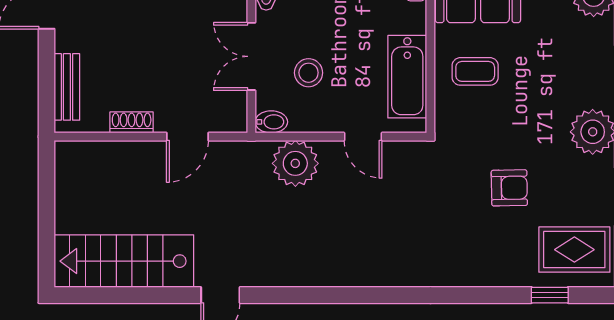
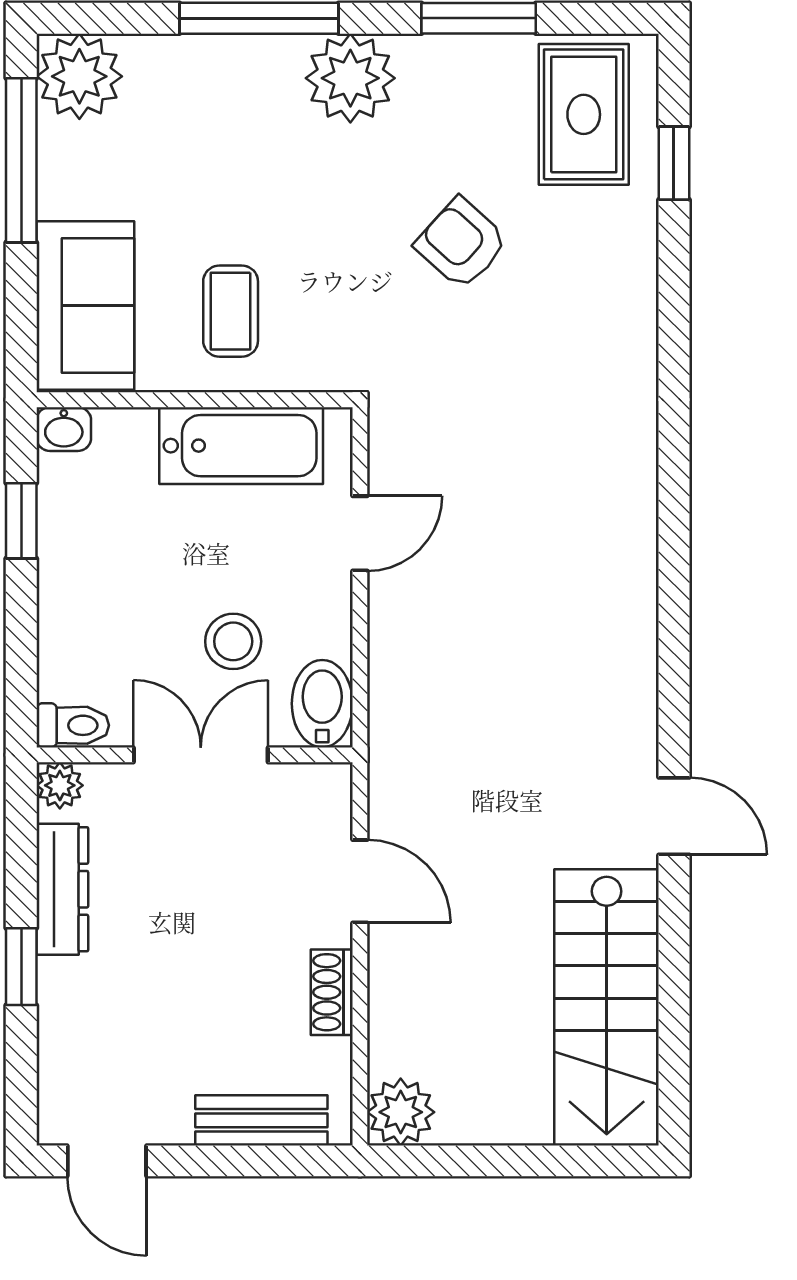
double door: (251, 56) -> (201, 755), swing flipped
bidet: (271, 122) -> (322, 704), width x1.38, depth x1.36
plant: (295, 163) -> (401, 1112), moved, width x0.73, depth x0.73
armchair: (509, 188) -> (461, 243), turned -47

